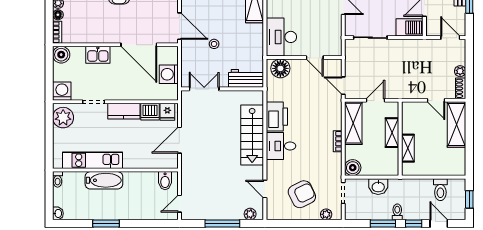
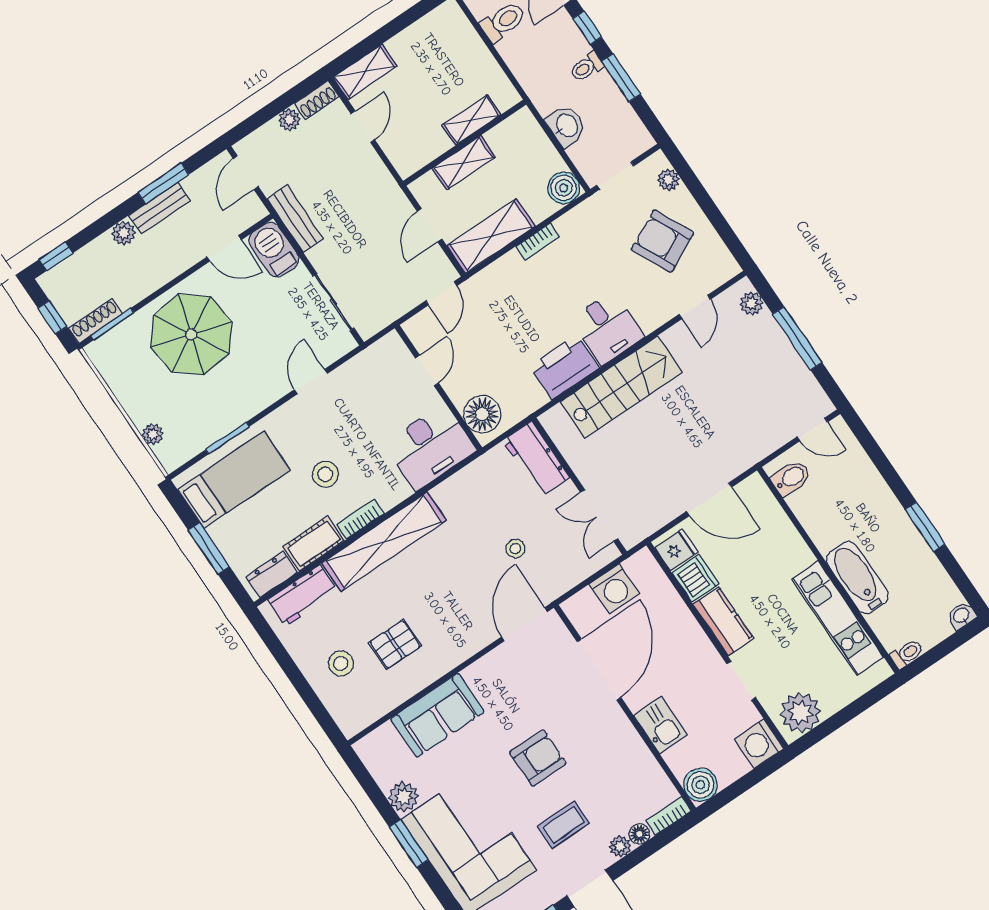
bench: (417, 45) -> (295, 219), added
door: (375, 100) -> (429, 225), hinge flipped
shelving: (457, 124) -> (365, 72), width x0.67, depth x0.75

